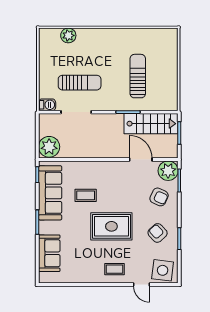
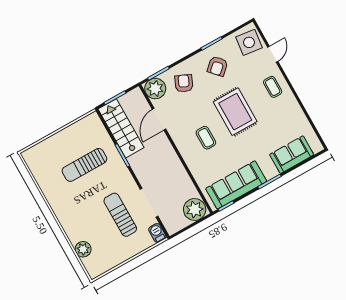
coffee table: (86, 195) -> (206, 138), moved

